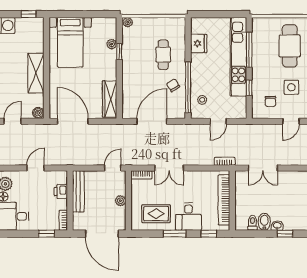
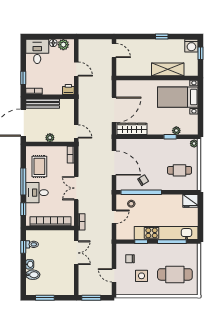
window: (28, 14) -> (201, 53), moved
fridge: (199, 43) -> (190, 201), moved
cafe table: (163, 55) -> (180, 170), moved
shelving: (36, 73) -> (168, 69), moved
boiler: (38, 113) -> (121, 71), removed
door: (73, 121) -> (114, 110), moved
door: (218, 121) -> (114, 217), swing flipped
double door: (169, 168) -> (76, 188), moved
double door: (263, 168) -> (76, 253), swing flipped
printer: (61, 191) -> (68, 89), moved
bench: (78, 191) -> (43, 104), moved
bidet: (264, 222) -> (33, 275), moved
window: (175, 234) -> (23, 181), width x1.44
window: (285, 234) -> (23, 247), moved

